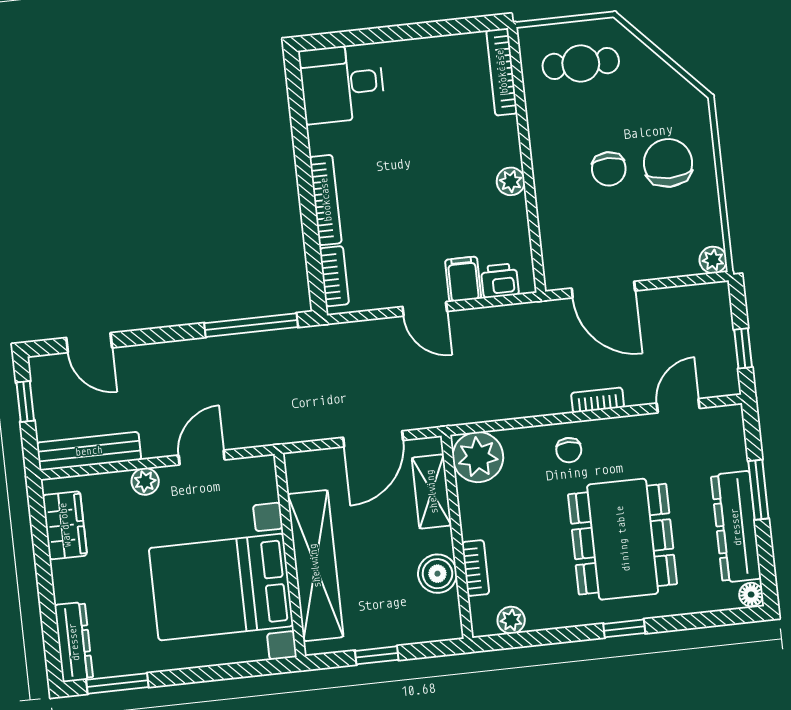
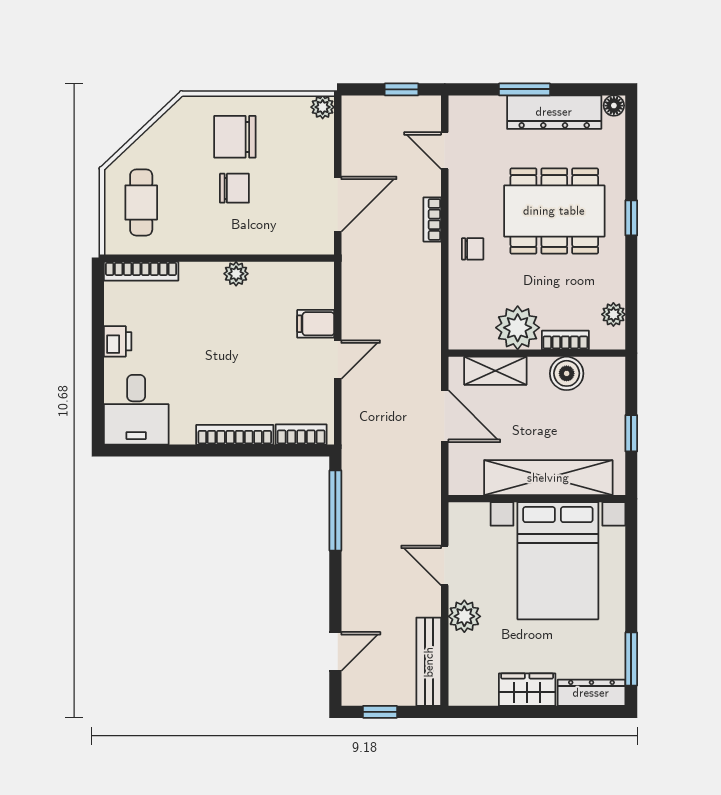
printer: (500, 281) -> (118, 341), moved, turned 180
plant: (478, 457) -> (518, 328), moved
plant: (145, 481) -> (464, 616), width x1.38, depth x1.38
wardrobe: (65, 525) -> (527, 690), moved

